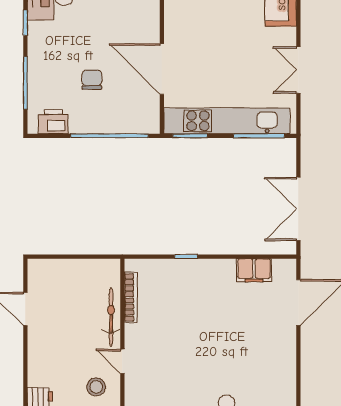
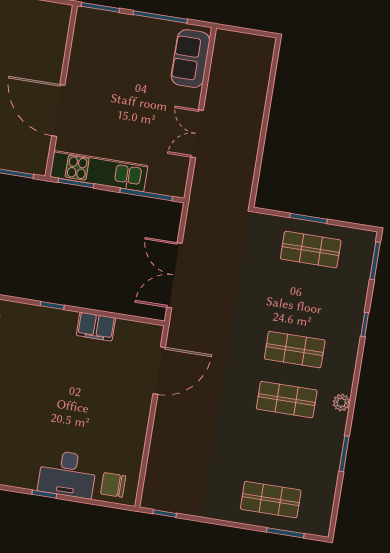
kitchen unit: (227, 121) -> (99, 171), width x0.73
filing cabinet: (254, 270) -> (96, 327), moved

